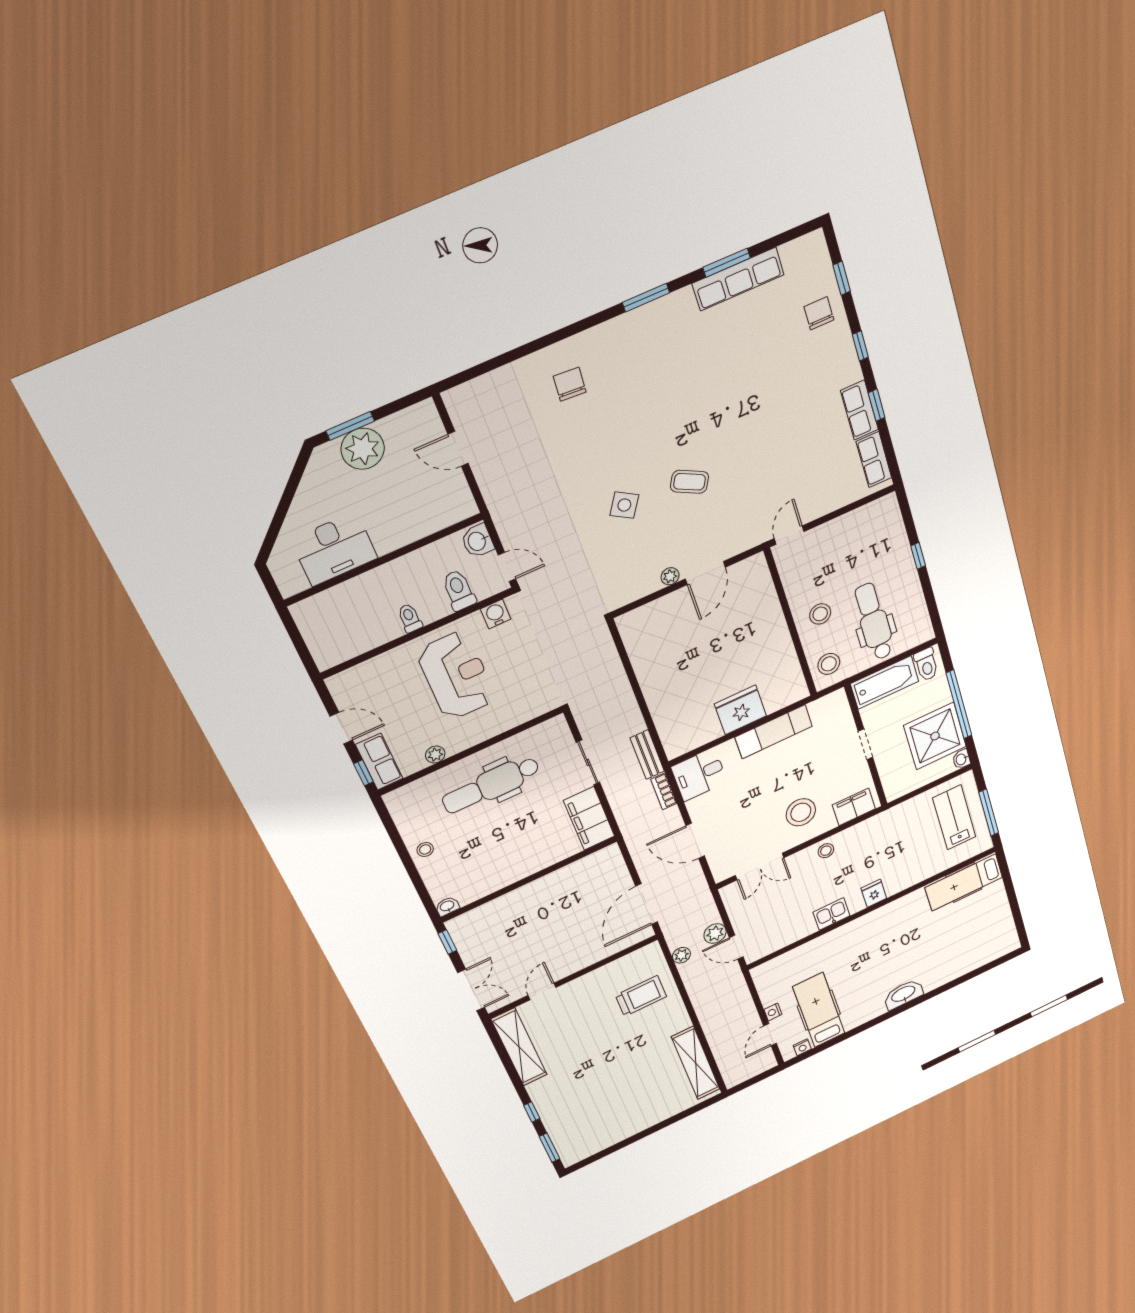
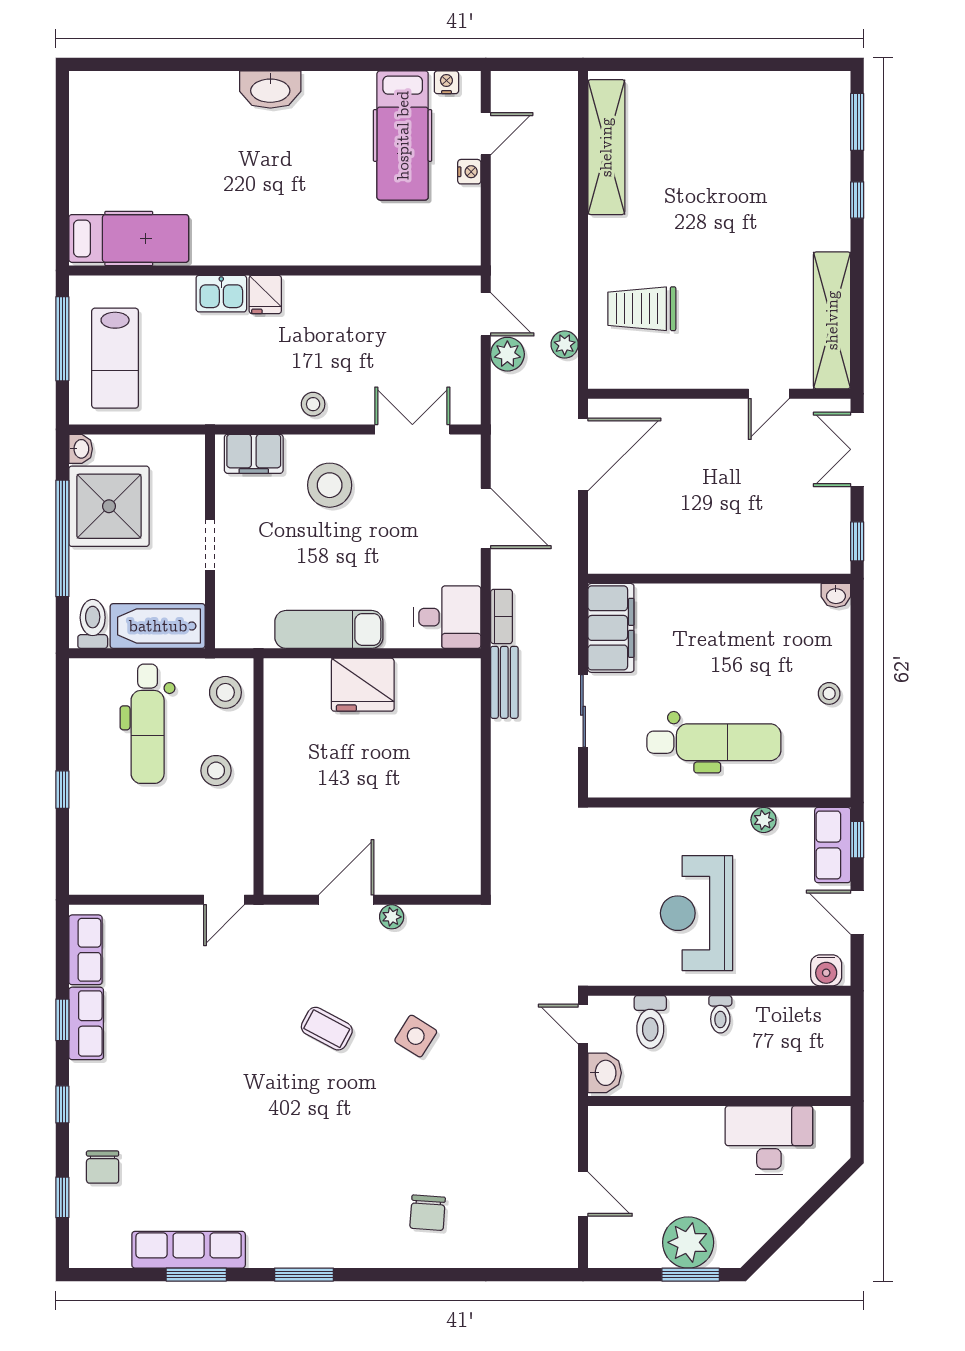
water cooler: (496, 614) -> (826, 970), moved
kitchen sink: (831, 914) -> (221, 294), moved

